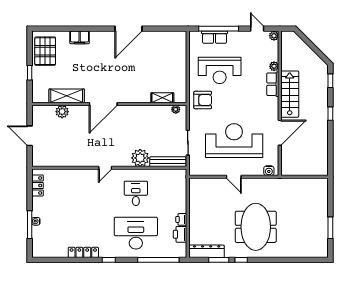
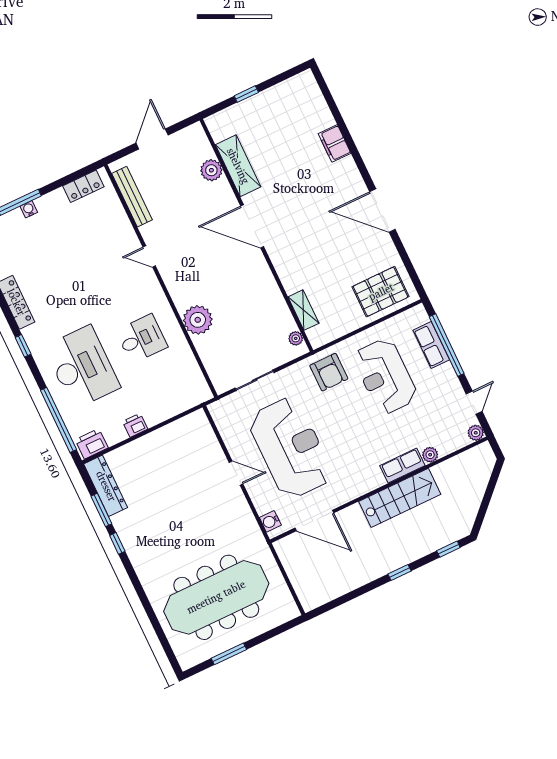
pallet: (45, 51) -> (381, 292), moved
door: (280, 133) -> (314, 520), moved
bench: (168, 162) -> (132, 197), moved
door: (105, 168) -> (149, 256), moved
door: (234, 177) -> (236, 473), swing flipped
meeting table: (256, 227) -> (216, 597), moved, width x1.36
printer: (180, 234) -> (92, 444), moved

